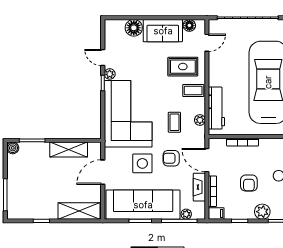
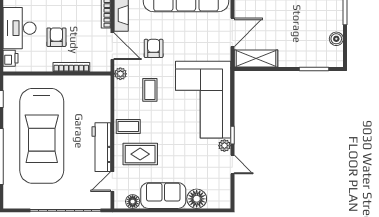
workbench: (216, 108) -> (101, 147), moved
plant: (200, 120) -> (120, 74), moved
boiler: (13, 148) -> (336, 39), moved
shelving: (69, 150) -> (256, 58), moved
armchair: (171, 158) -> (154, 48), turned -90
side table: (142, 163) -> (187, 42), removed
armchair: (249, 183) -> (56, 37), moved

